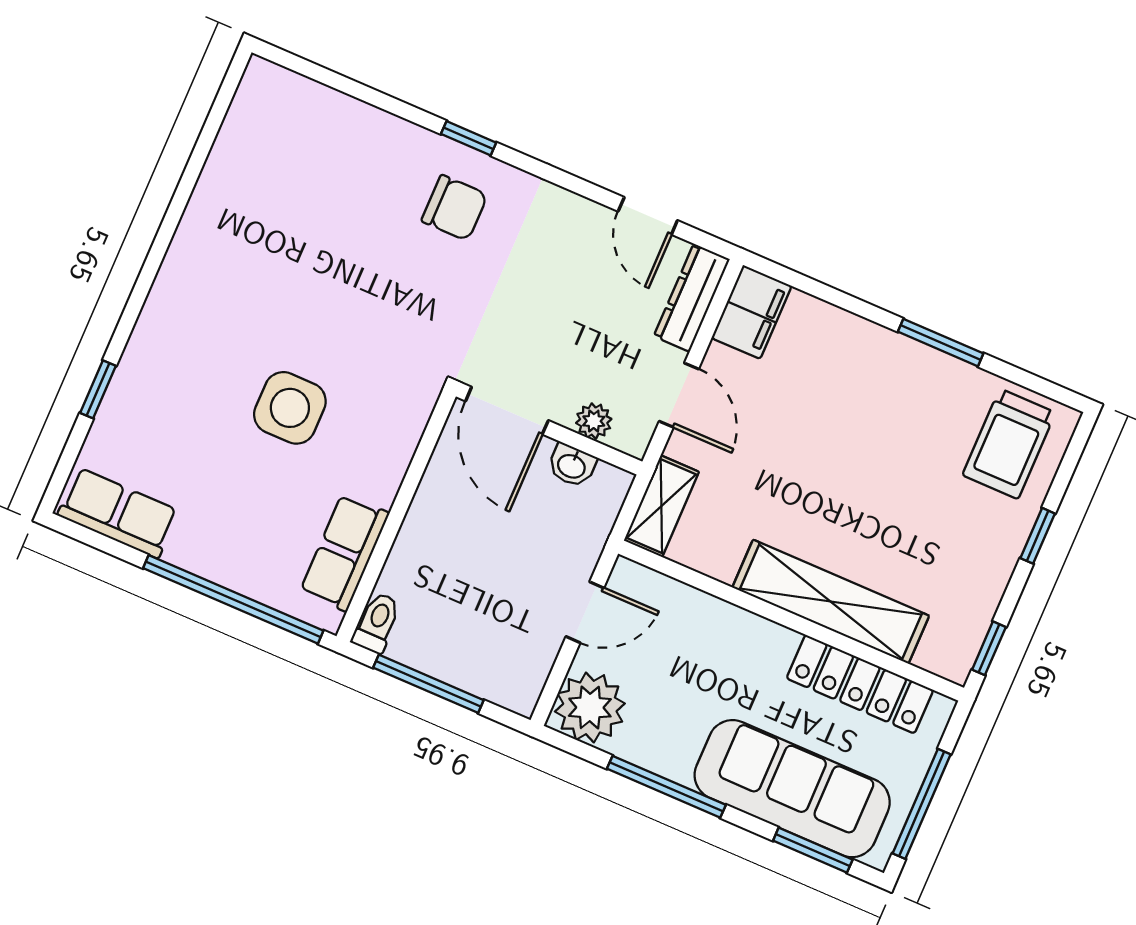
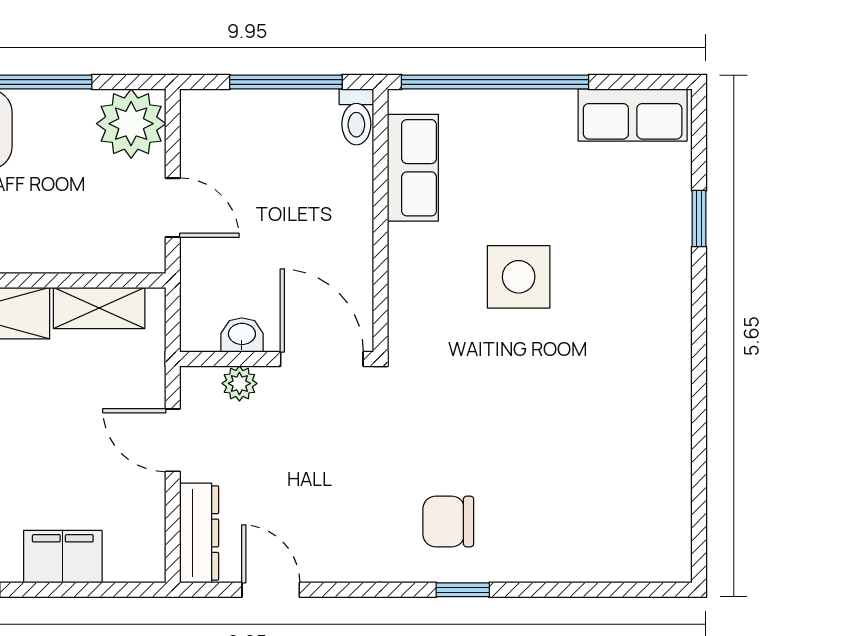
filing cabinet: (752, 312) -> (63, 557), moved, turned 90
shelving: (661, 506) -> (99, 308), moved, turned 90
door: (585, 612) -> (173, 208), swing flipped

